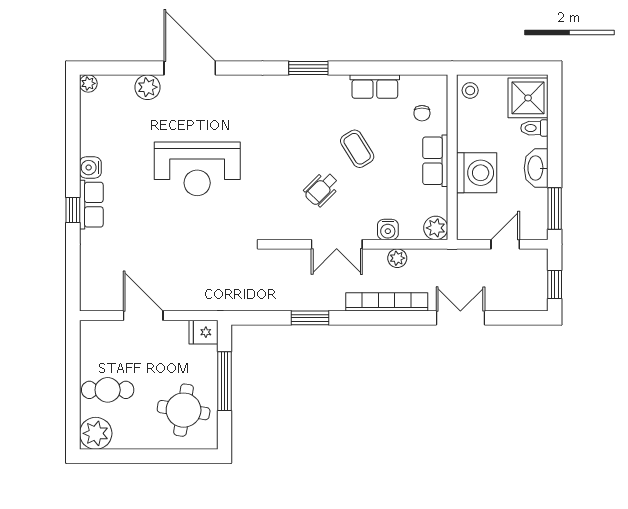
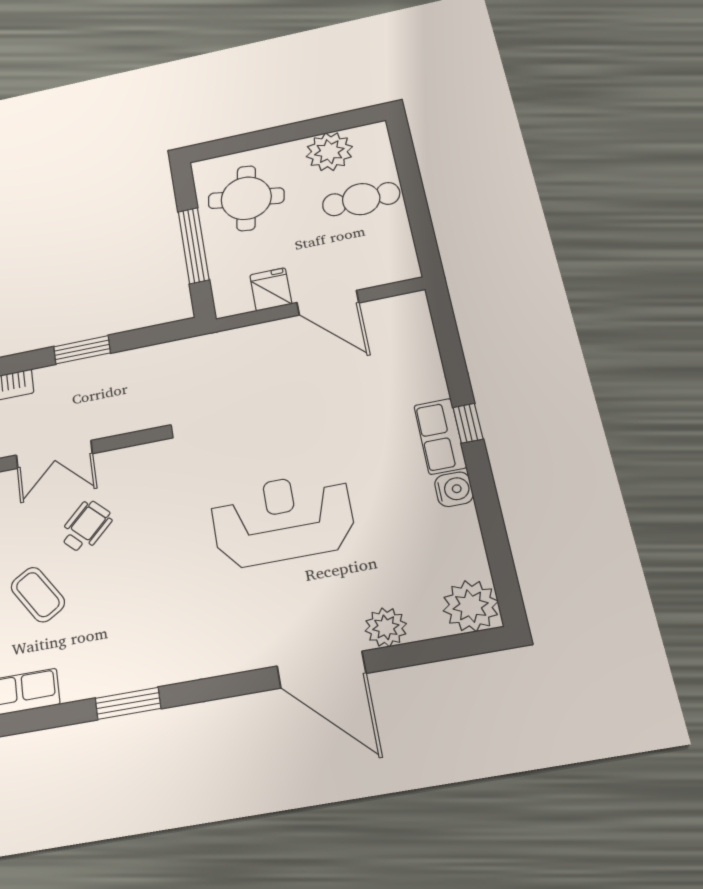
plant: (88, 83) -> (471, 606), width x1.88, depth x1.88
double door: (337, 244) -> (54, 454), swing flipped
fridge: (203, 332) -> (271, 289), moved, turned -90
plant: (96, 433) -> (329, 152), moved

